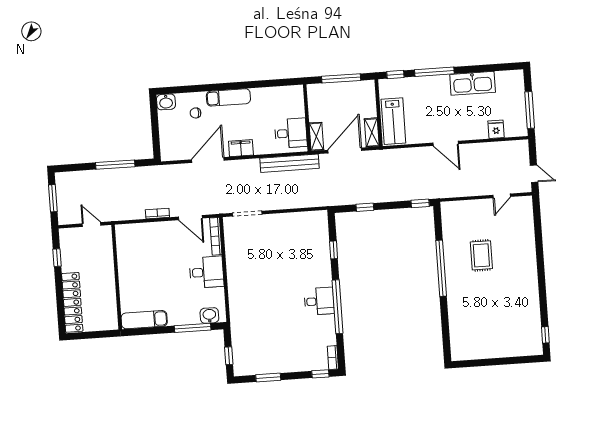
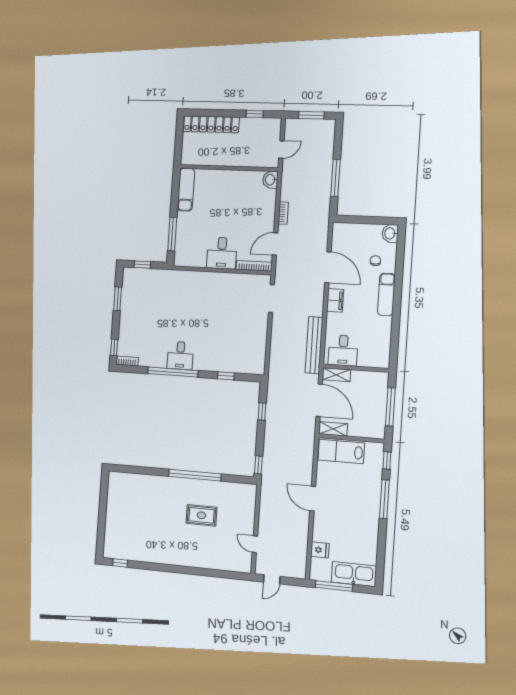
kitchen sink: (473, 83) -> (354, 574), moved, turned 90
door: (446, 143) -> (313, 499), hinge flipped
washbasin: (209, 315) -> (270, 180), moved, turned 180

